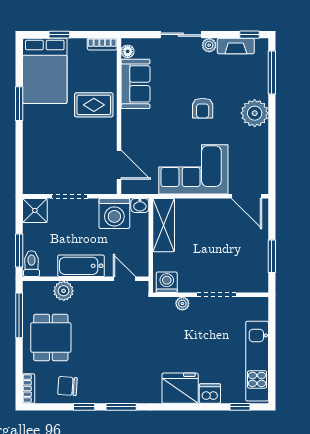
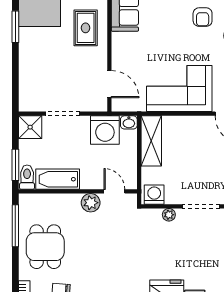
rug: (94, 105) -> (86, 28), turned 90
armchair: (203, 108) -> (203, 17), moved
bathtub: (81, 266) -> (58, 179), moved
plant: (64, 291) -> (91, 203), moved

